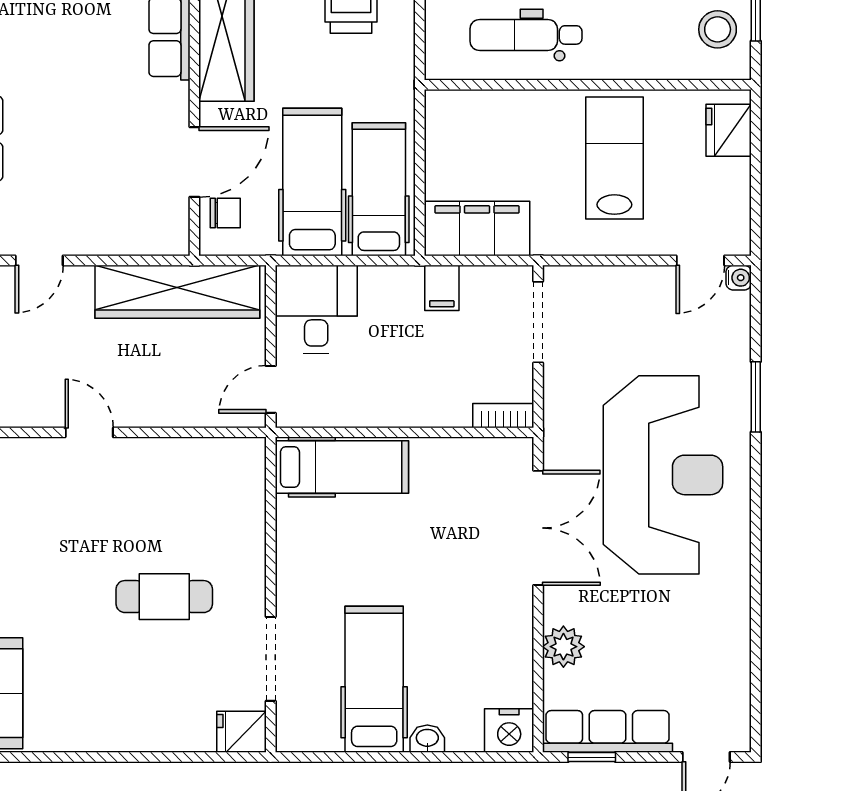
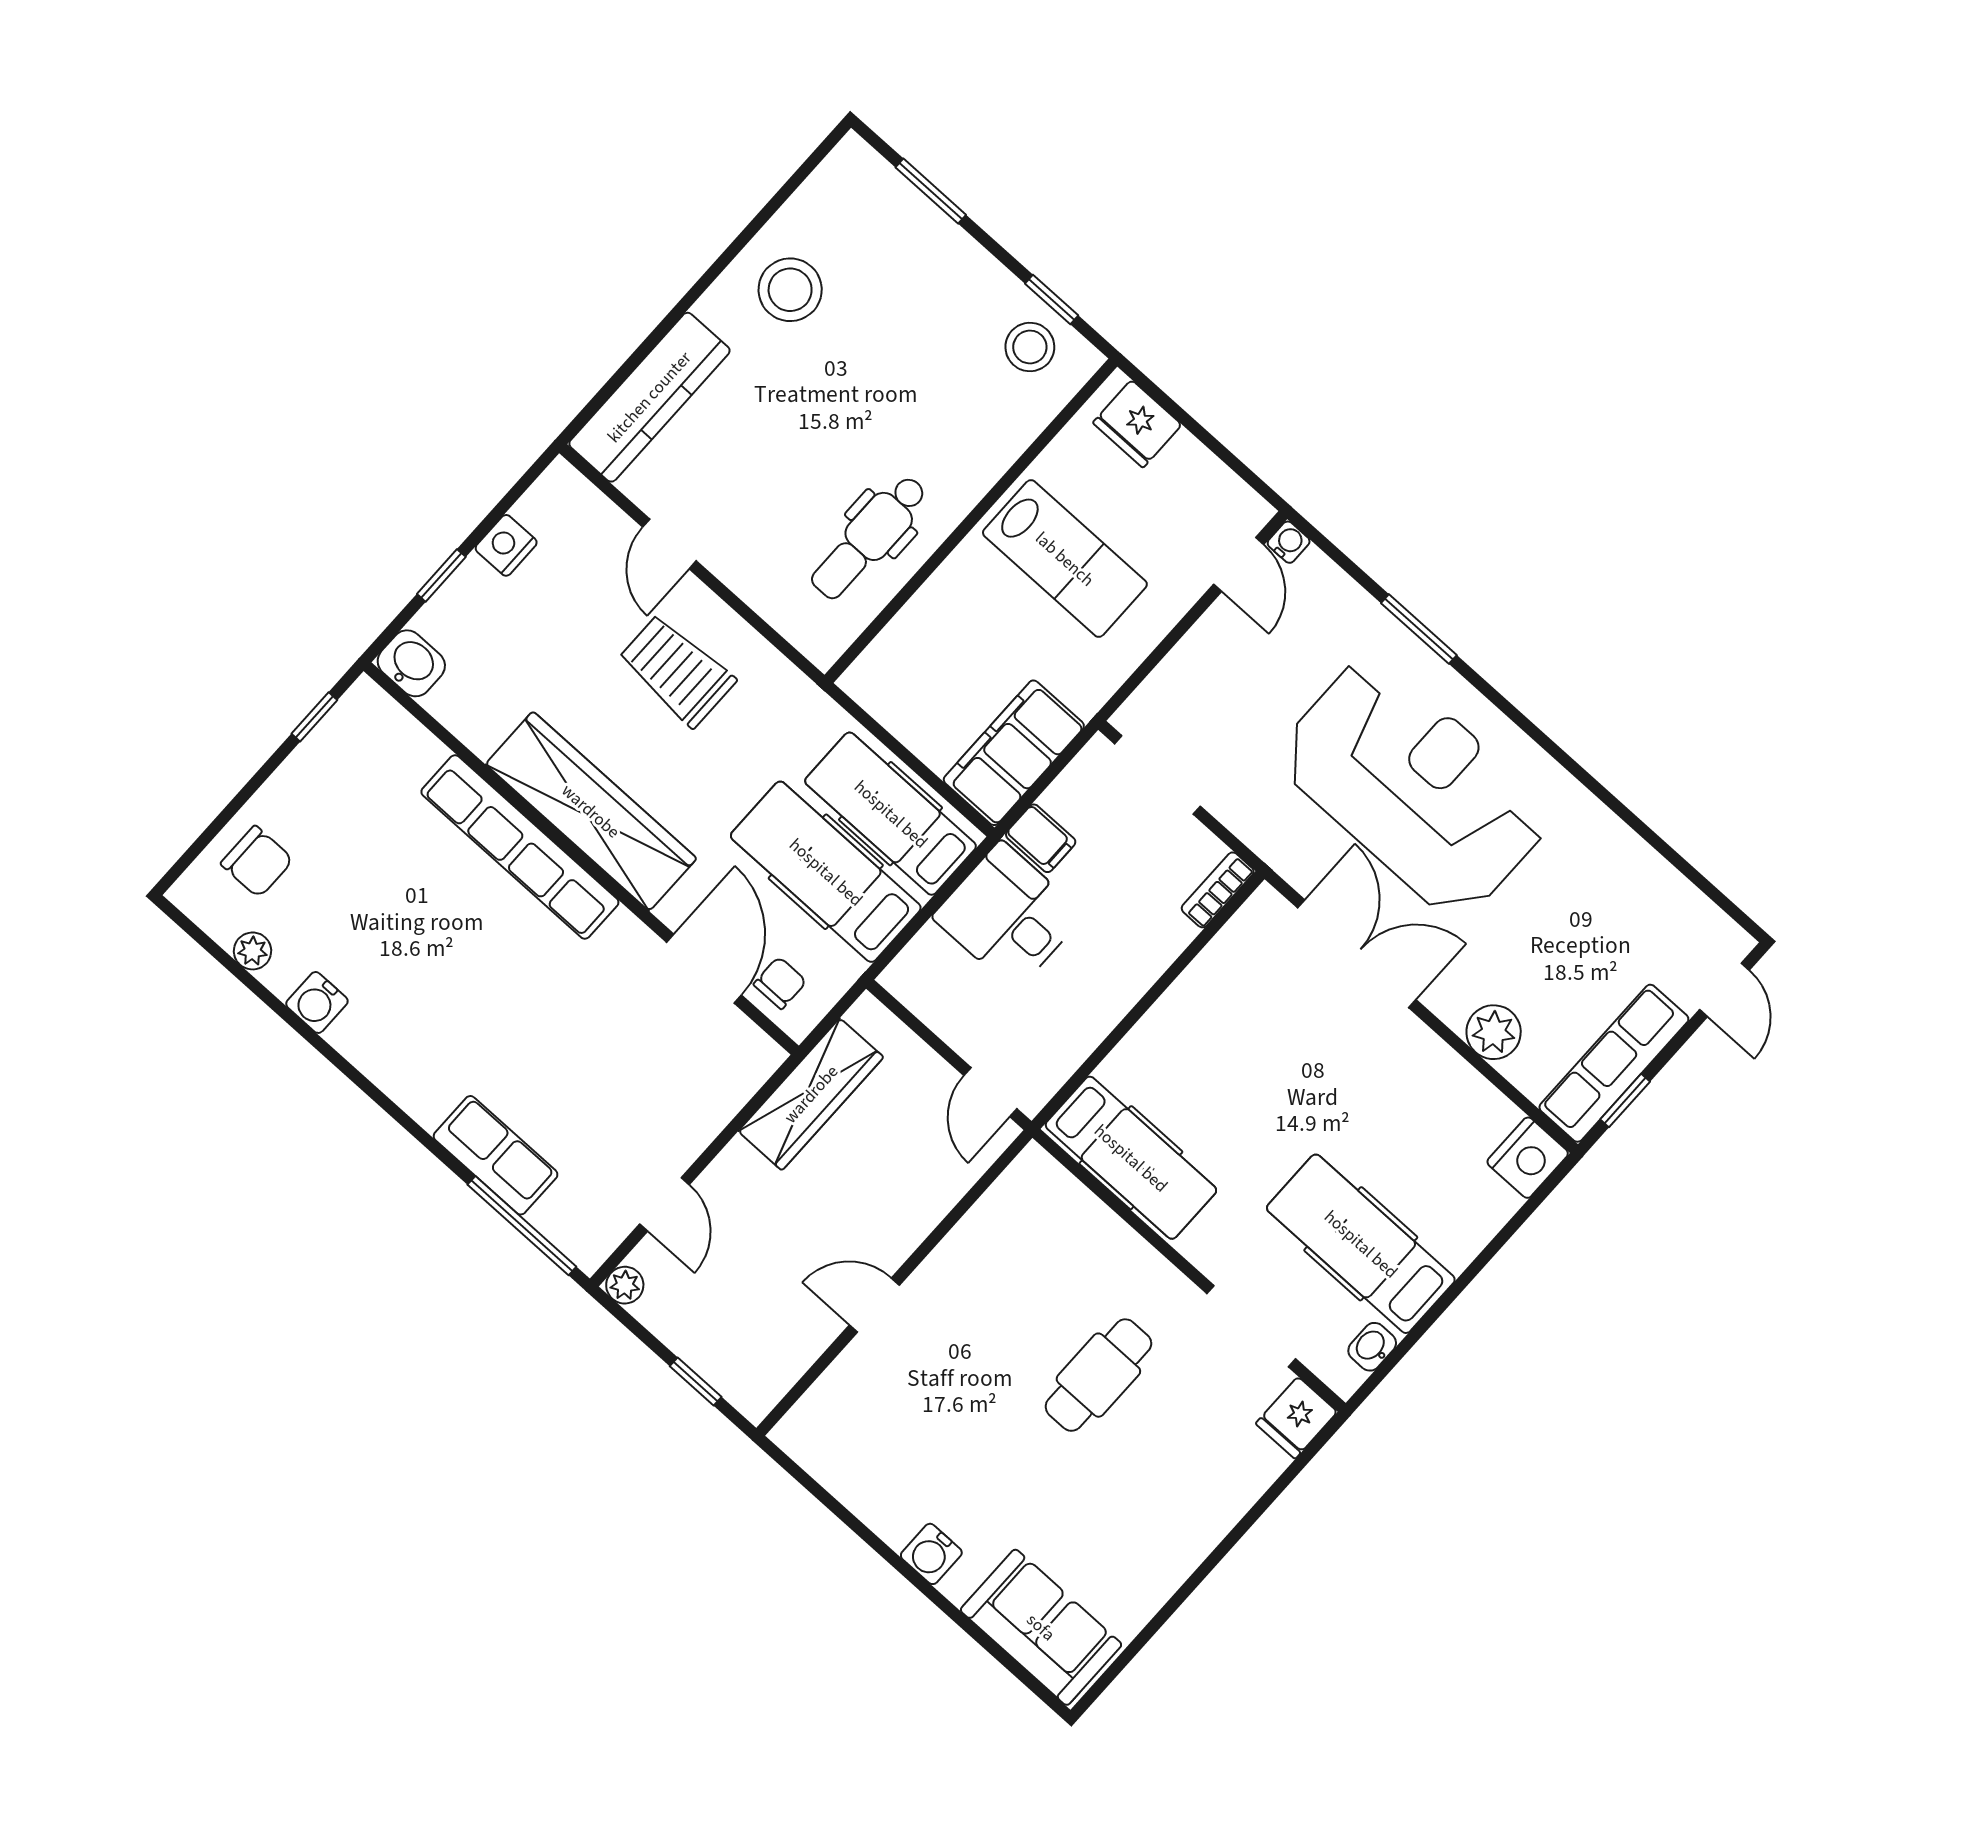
lab bench: (614, 158) -> (1065, 559), turned 180
wardrobe: (177, 292) -> (811, 1094), width x0.71, depth x0.85
desk: (316, 309) -> (1008, 916), moved
hospital bed: (342, 467) -> (1131, 1158), moved, turned 90
washbasin: (427, 739) -> (1372, 1347), moved

